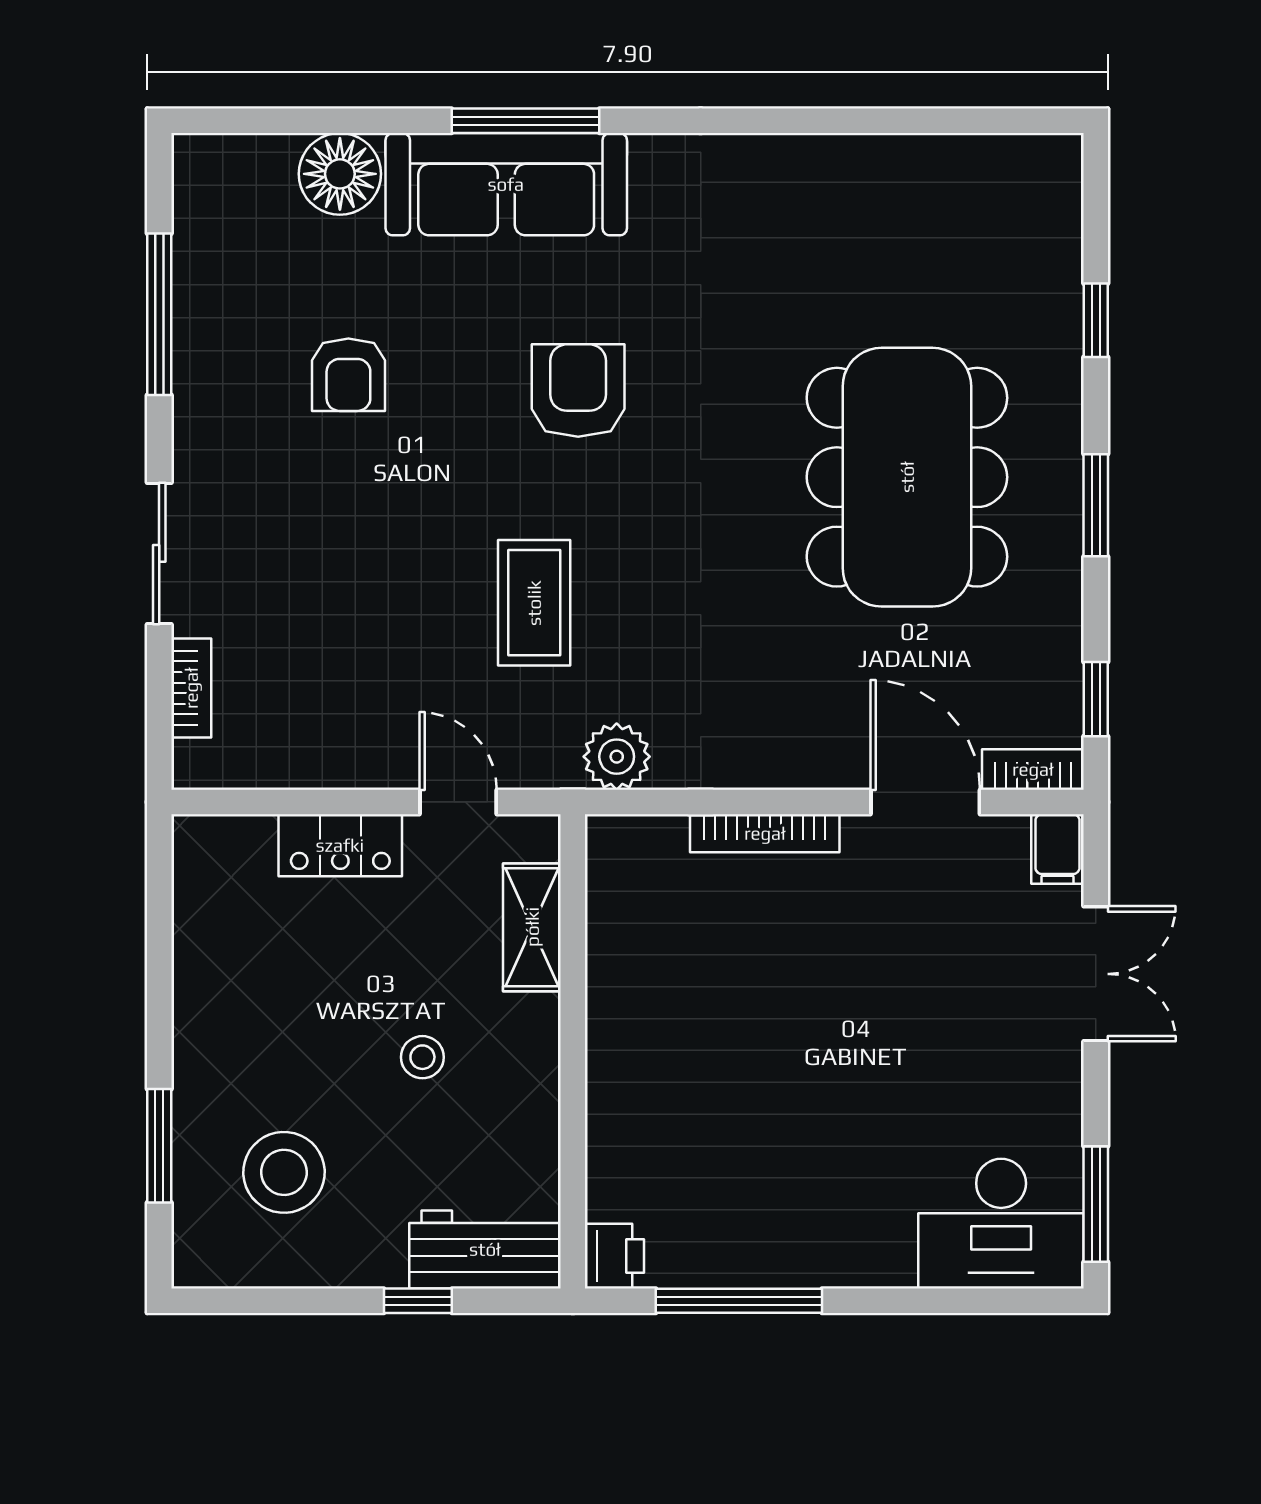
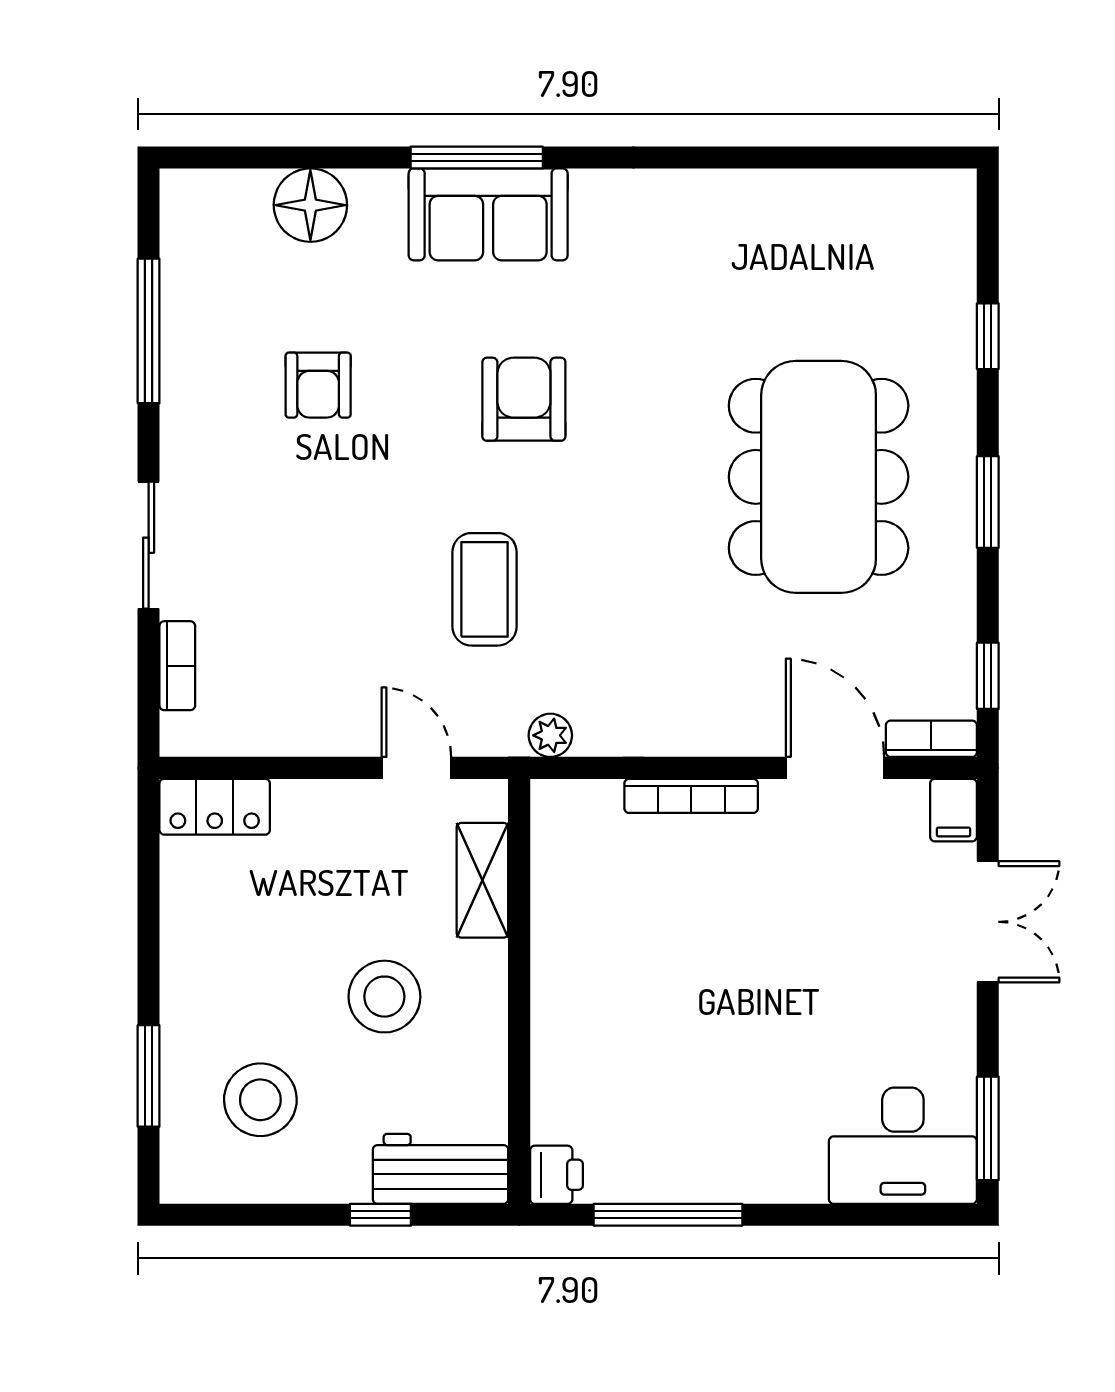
sofa: (506, 184) -> (488, 214), width x0.73
plant: (617, 757) -> (550, 735), width x0.73, depth x0.73
locker: (340, 845) -> (215, 807), moved
stool: (422, 1057) -> (384, 997), width x1.89, depth x1.89

